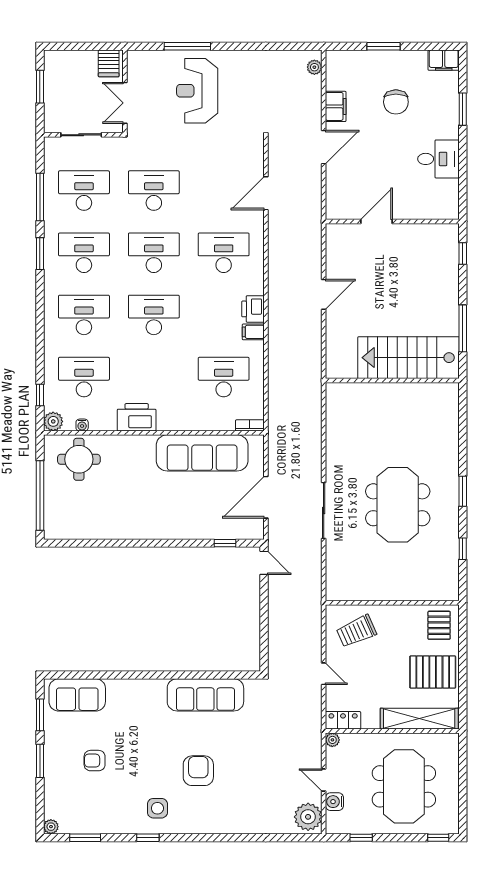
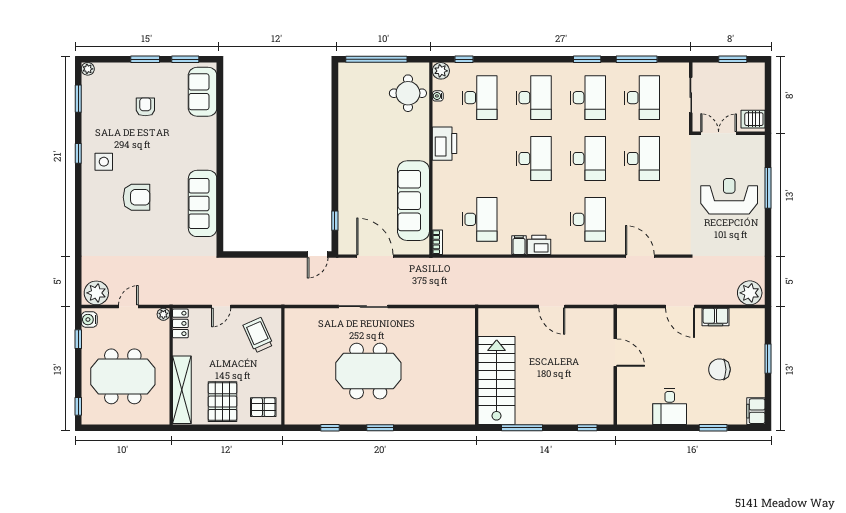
plant: (314, 67) -> (750, 293), width x1.87, depth x1.87
water cooler: (334, 802) -> (89, 320), moved, turned -90

